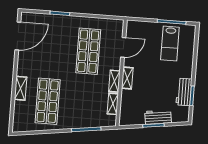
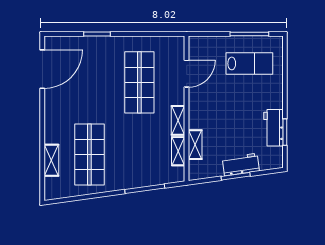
lab bench: (170, 44) -> (249, 63), turned -90
shelving: (127, 78) -> (195, 145), moved
shelving: (21, 88) -> (51, 160), moved

